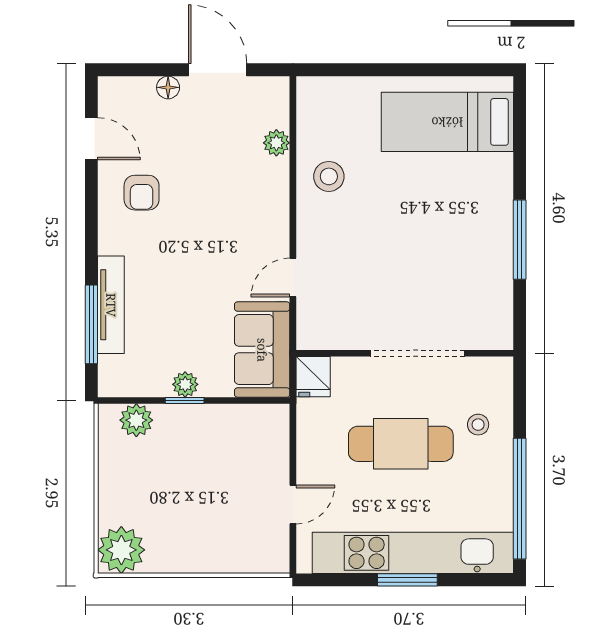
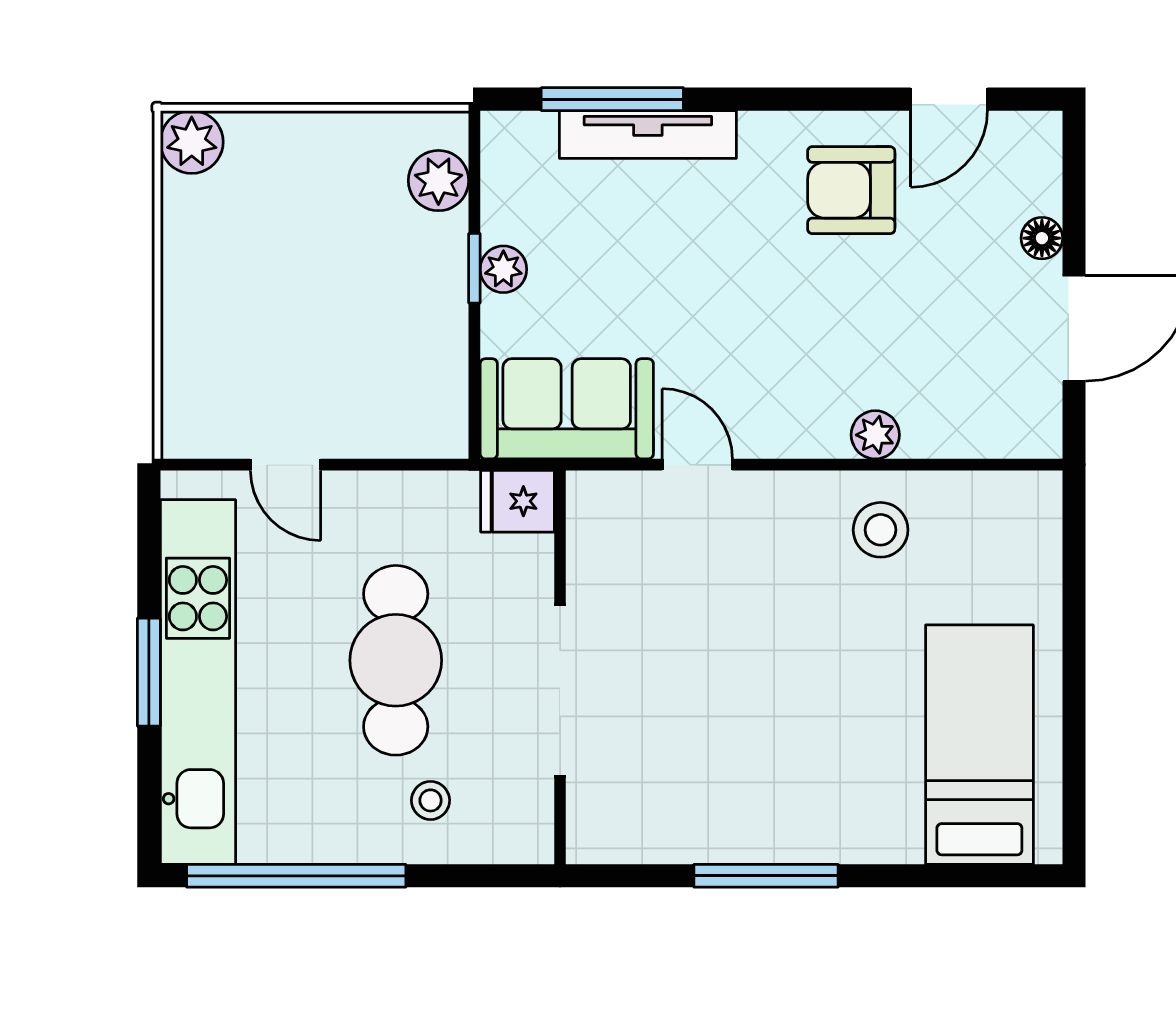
plant: (276, 143) -> (875, 435), moved
armchair: (142, 193) -> (851, 190), width x1.38, depth x1.38
plant: (121, 550) -> (192, 142), width x0.73, depth x0.73

